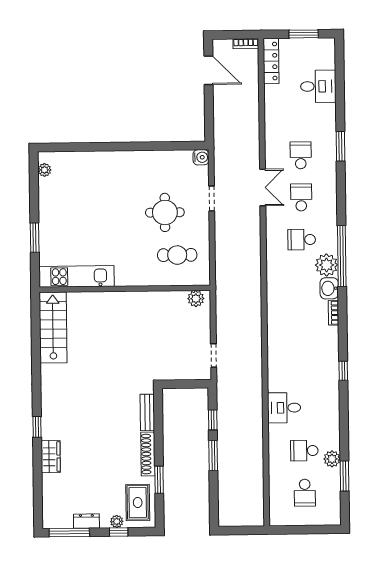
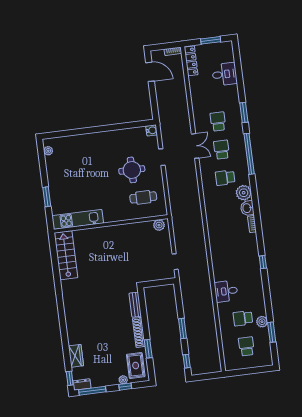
window: (342, 256) -> (249, 154), moved
window: (213, 420) -> (187, 361), moved
window: (37, 427) -> (70, 378), moved
wardrobe: (51, 457) -> (76, 356), moved
school desk: (305, 493) -> (246, 346), turned 180
dresser: (86, 521) -> (82, 384), moved

